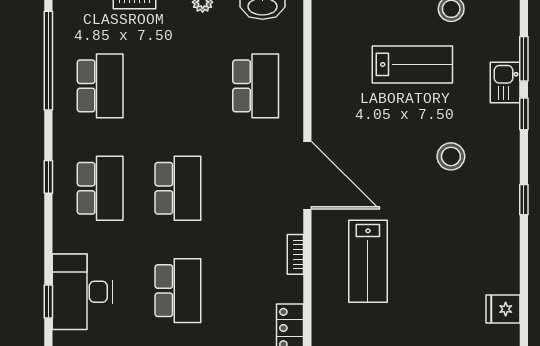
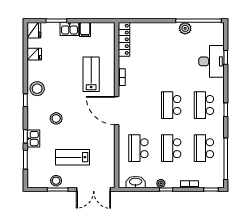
kitchen sink: (505, 82) -> (33, 139), moved
stool: (496, 227) -> (37, 89), added
school desk: (178, 291) -> (171, 148), moved

